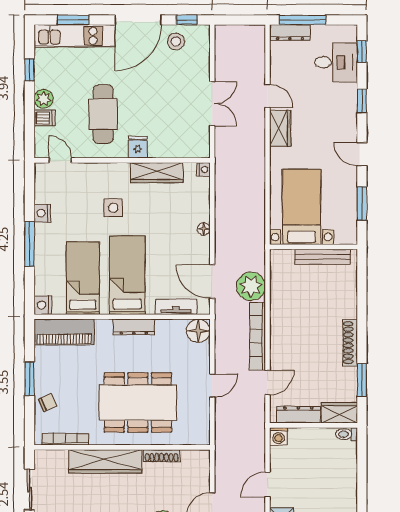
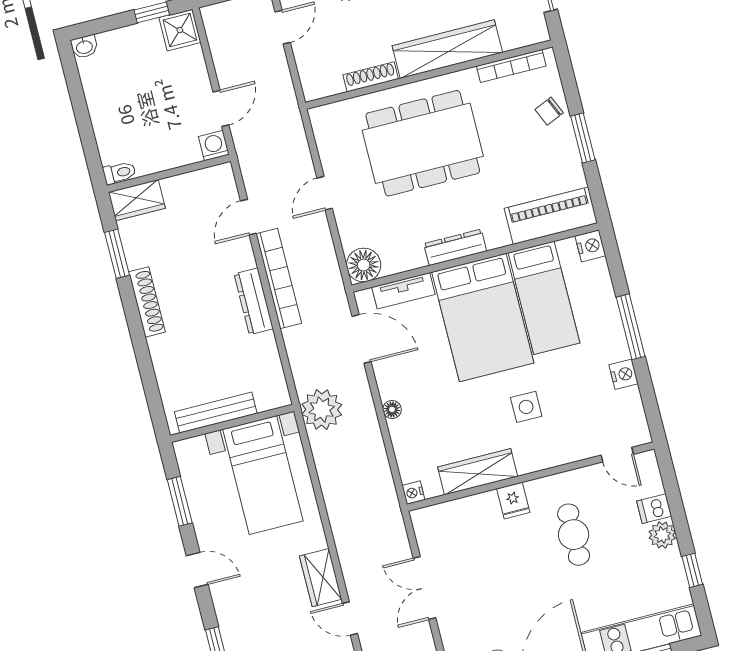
cafe table: (103, 114) -> (574, 535), width x0.73, depth x0.74
bed: (127, 275) -> (483, 318), width x1.50
plant: (251, 286) -> (322, 410), moved
dresser: (298, 415) -> (254, 301), moved, turned 90
door: (267, 485) -> (221, 108), moved

